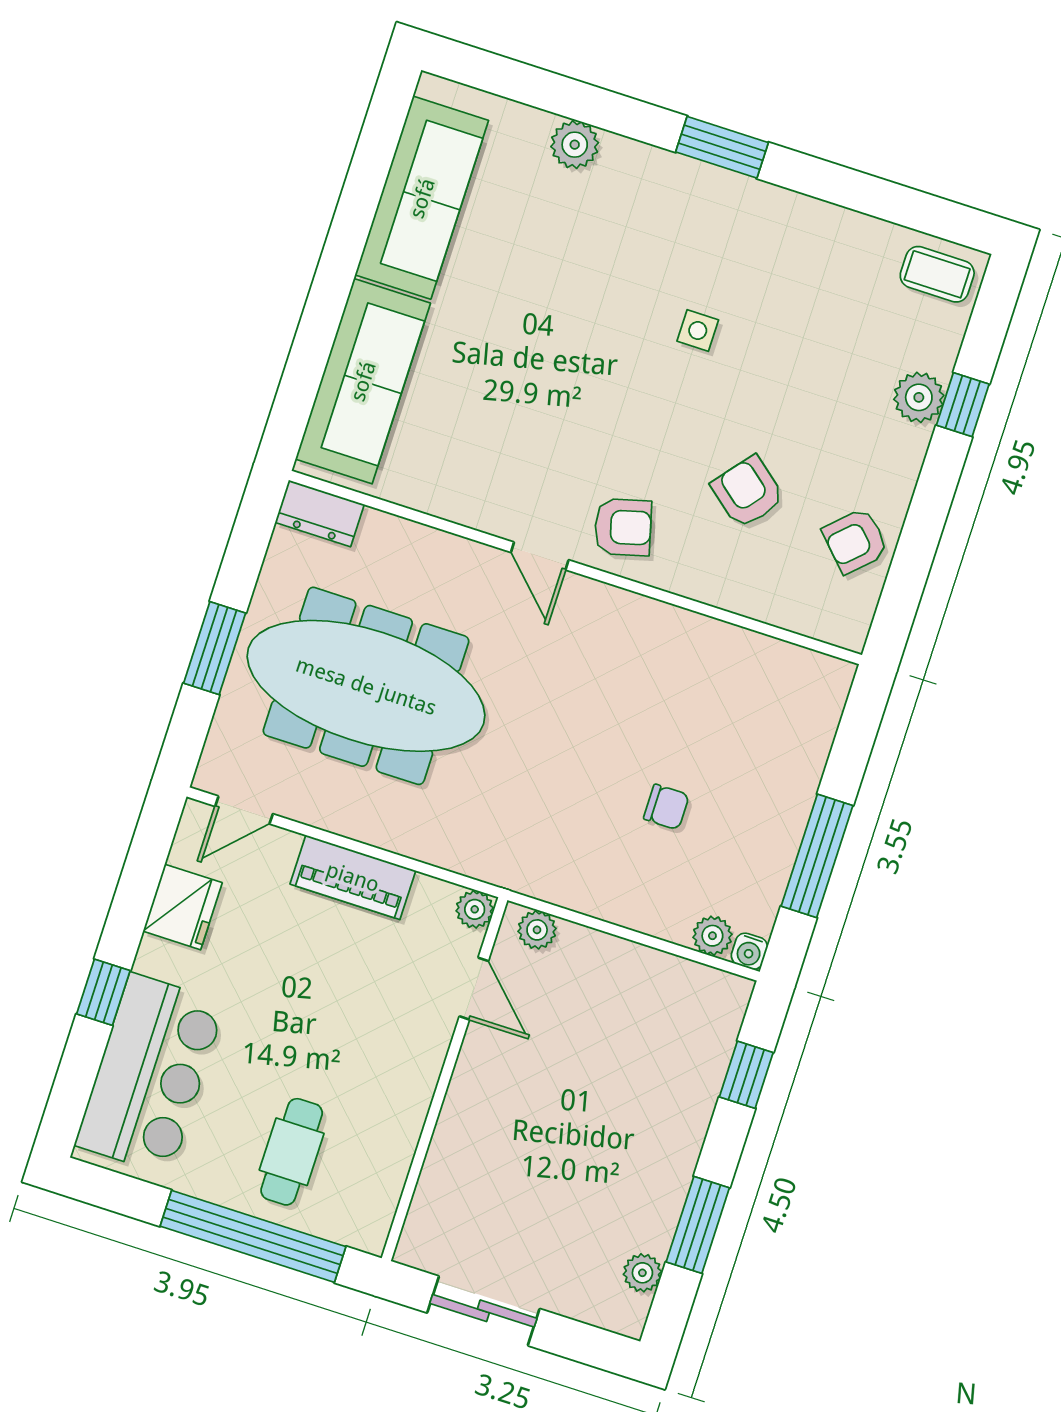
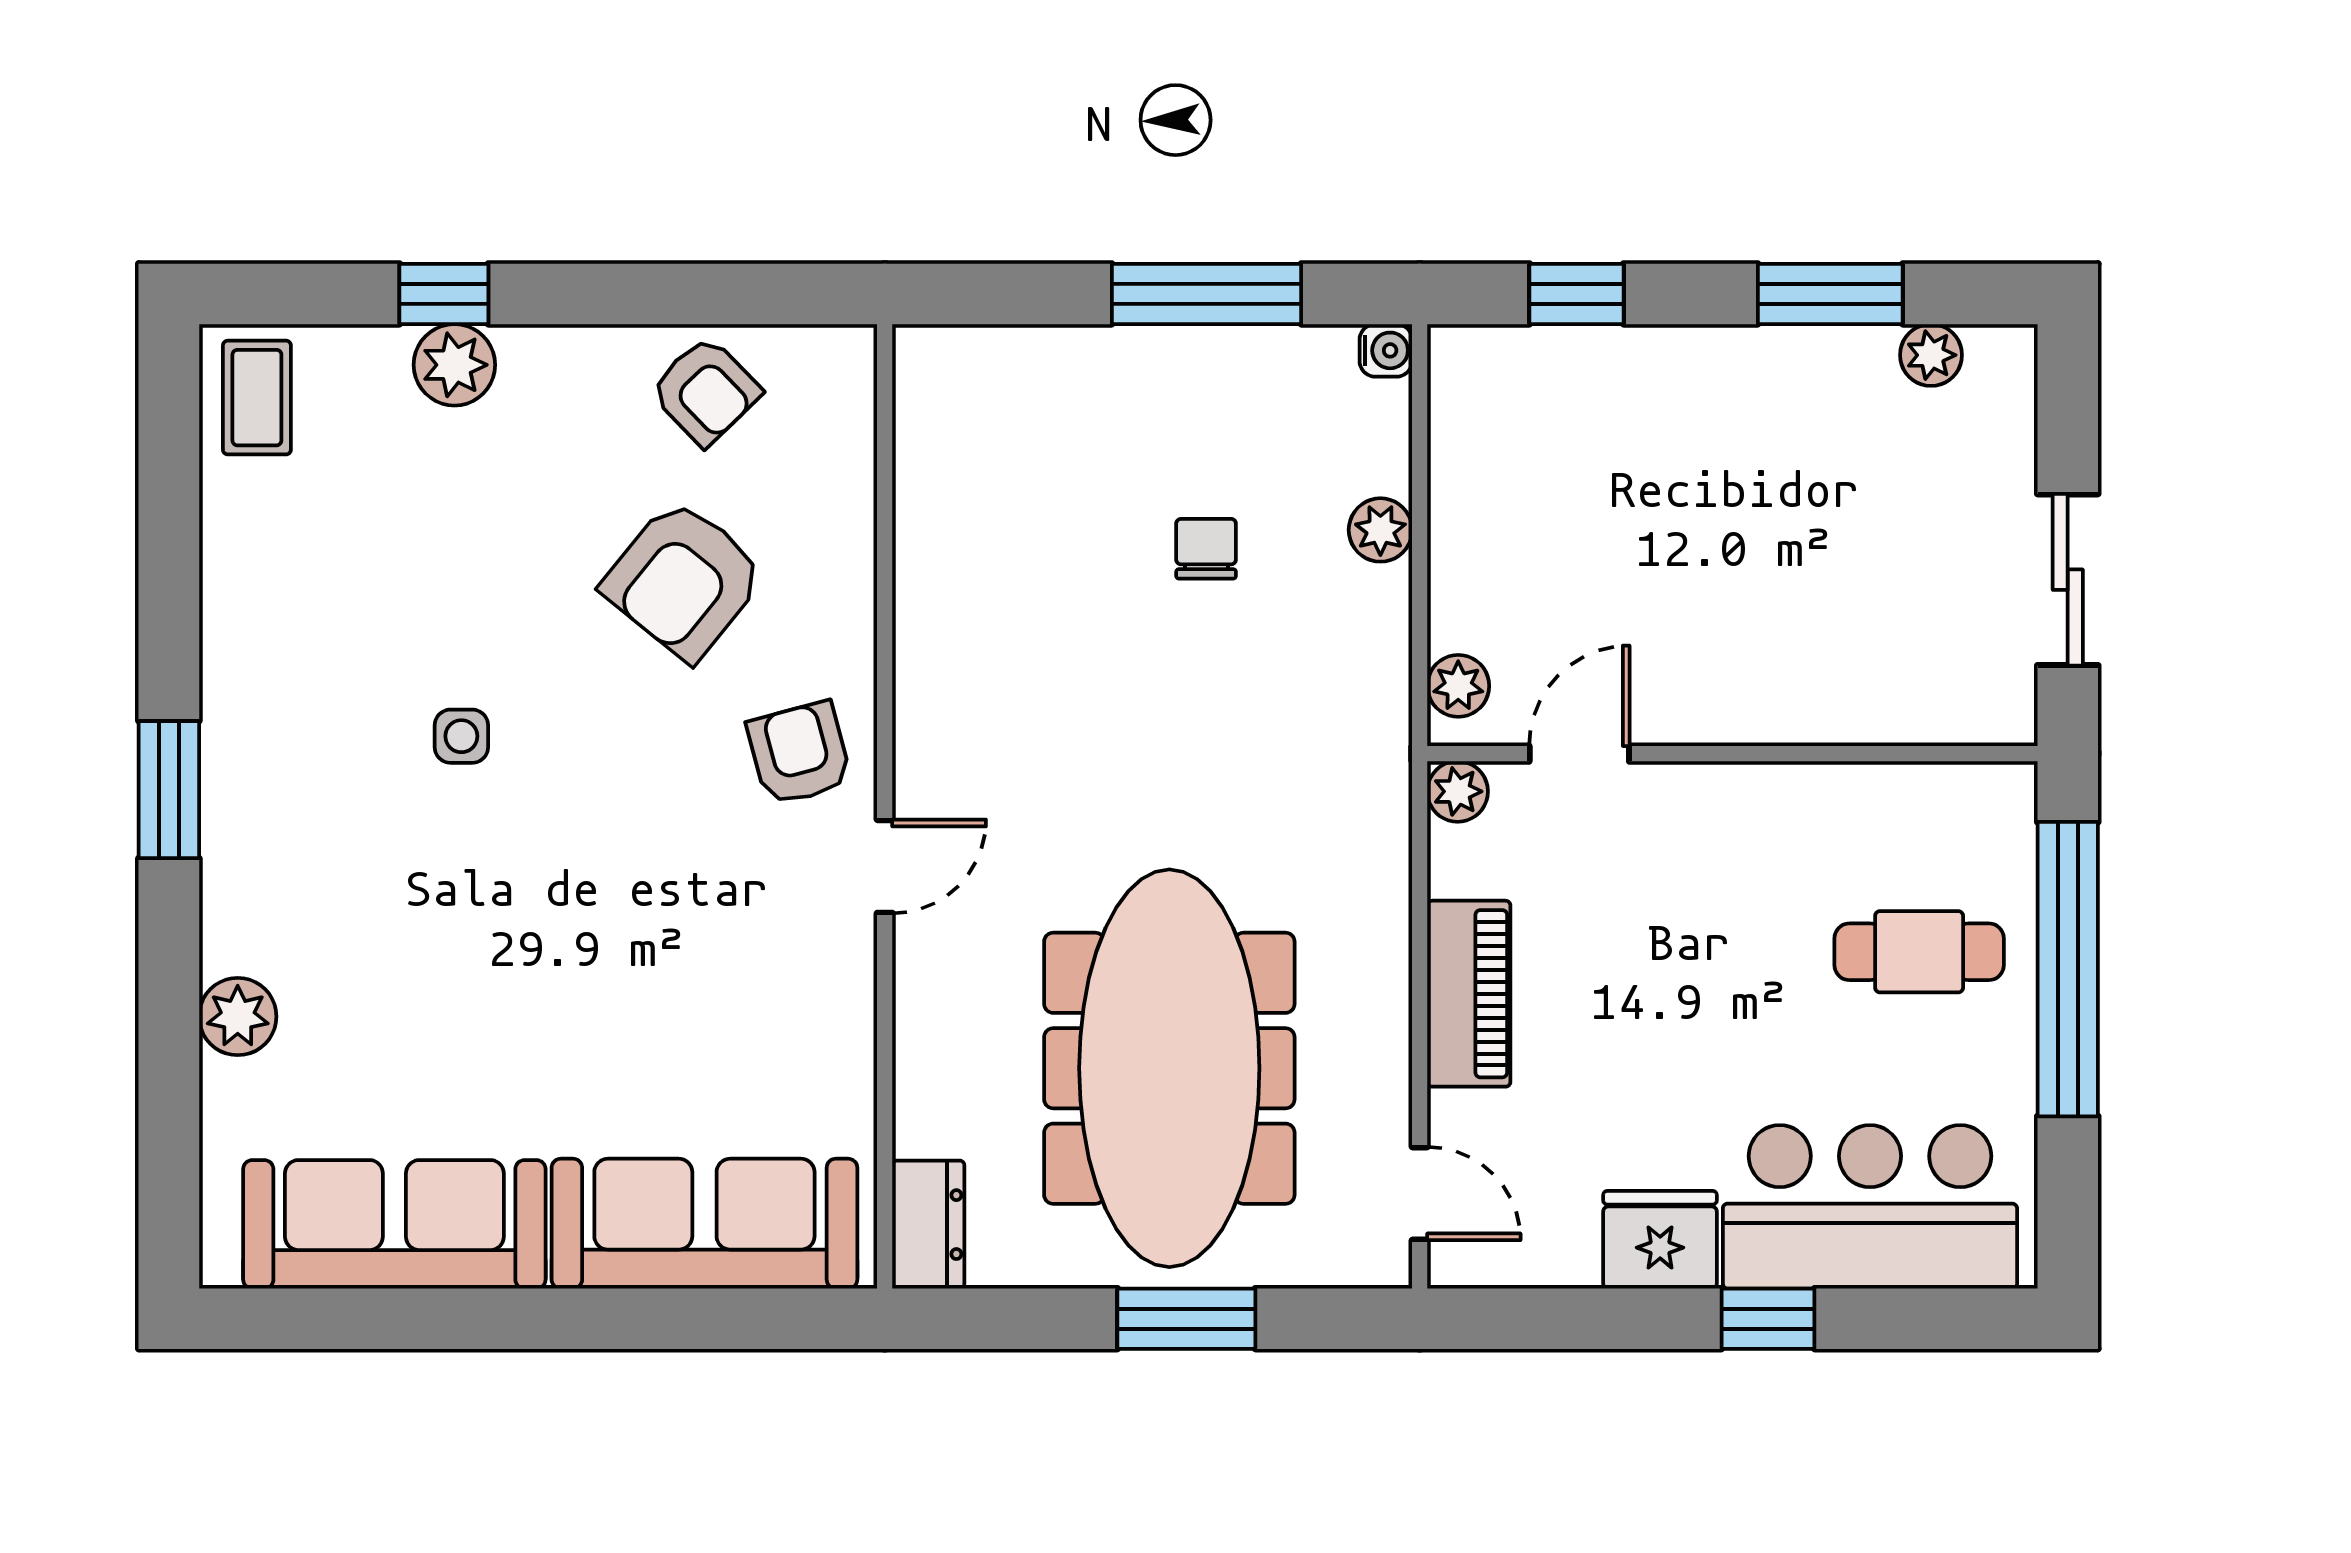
armchair: (748, 492) -> (684, 580), width x1.38, depth x1.38
fridge: (183, 907) -> (1660, 1240), moved
plant: (712, 936) -> (1380, 530), moved

